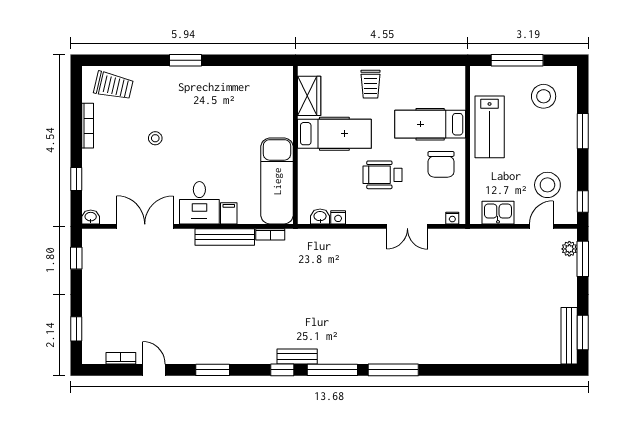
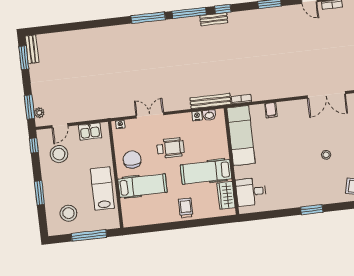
desk: (199, 203) -> (251, 192), moved, turned -90
bench: (225, 237) -> (211, 101), moved
bench: (569, 336) -> (32, 49), width x0.73

